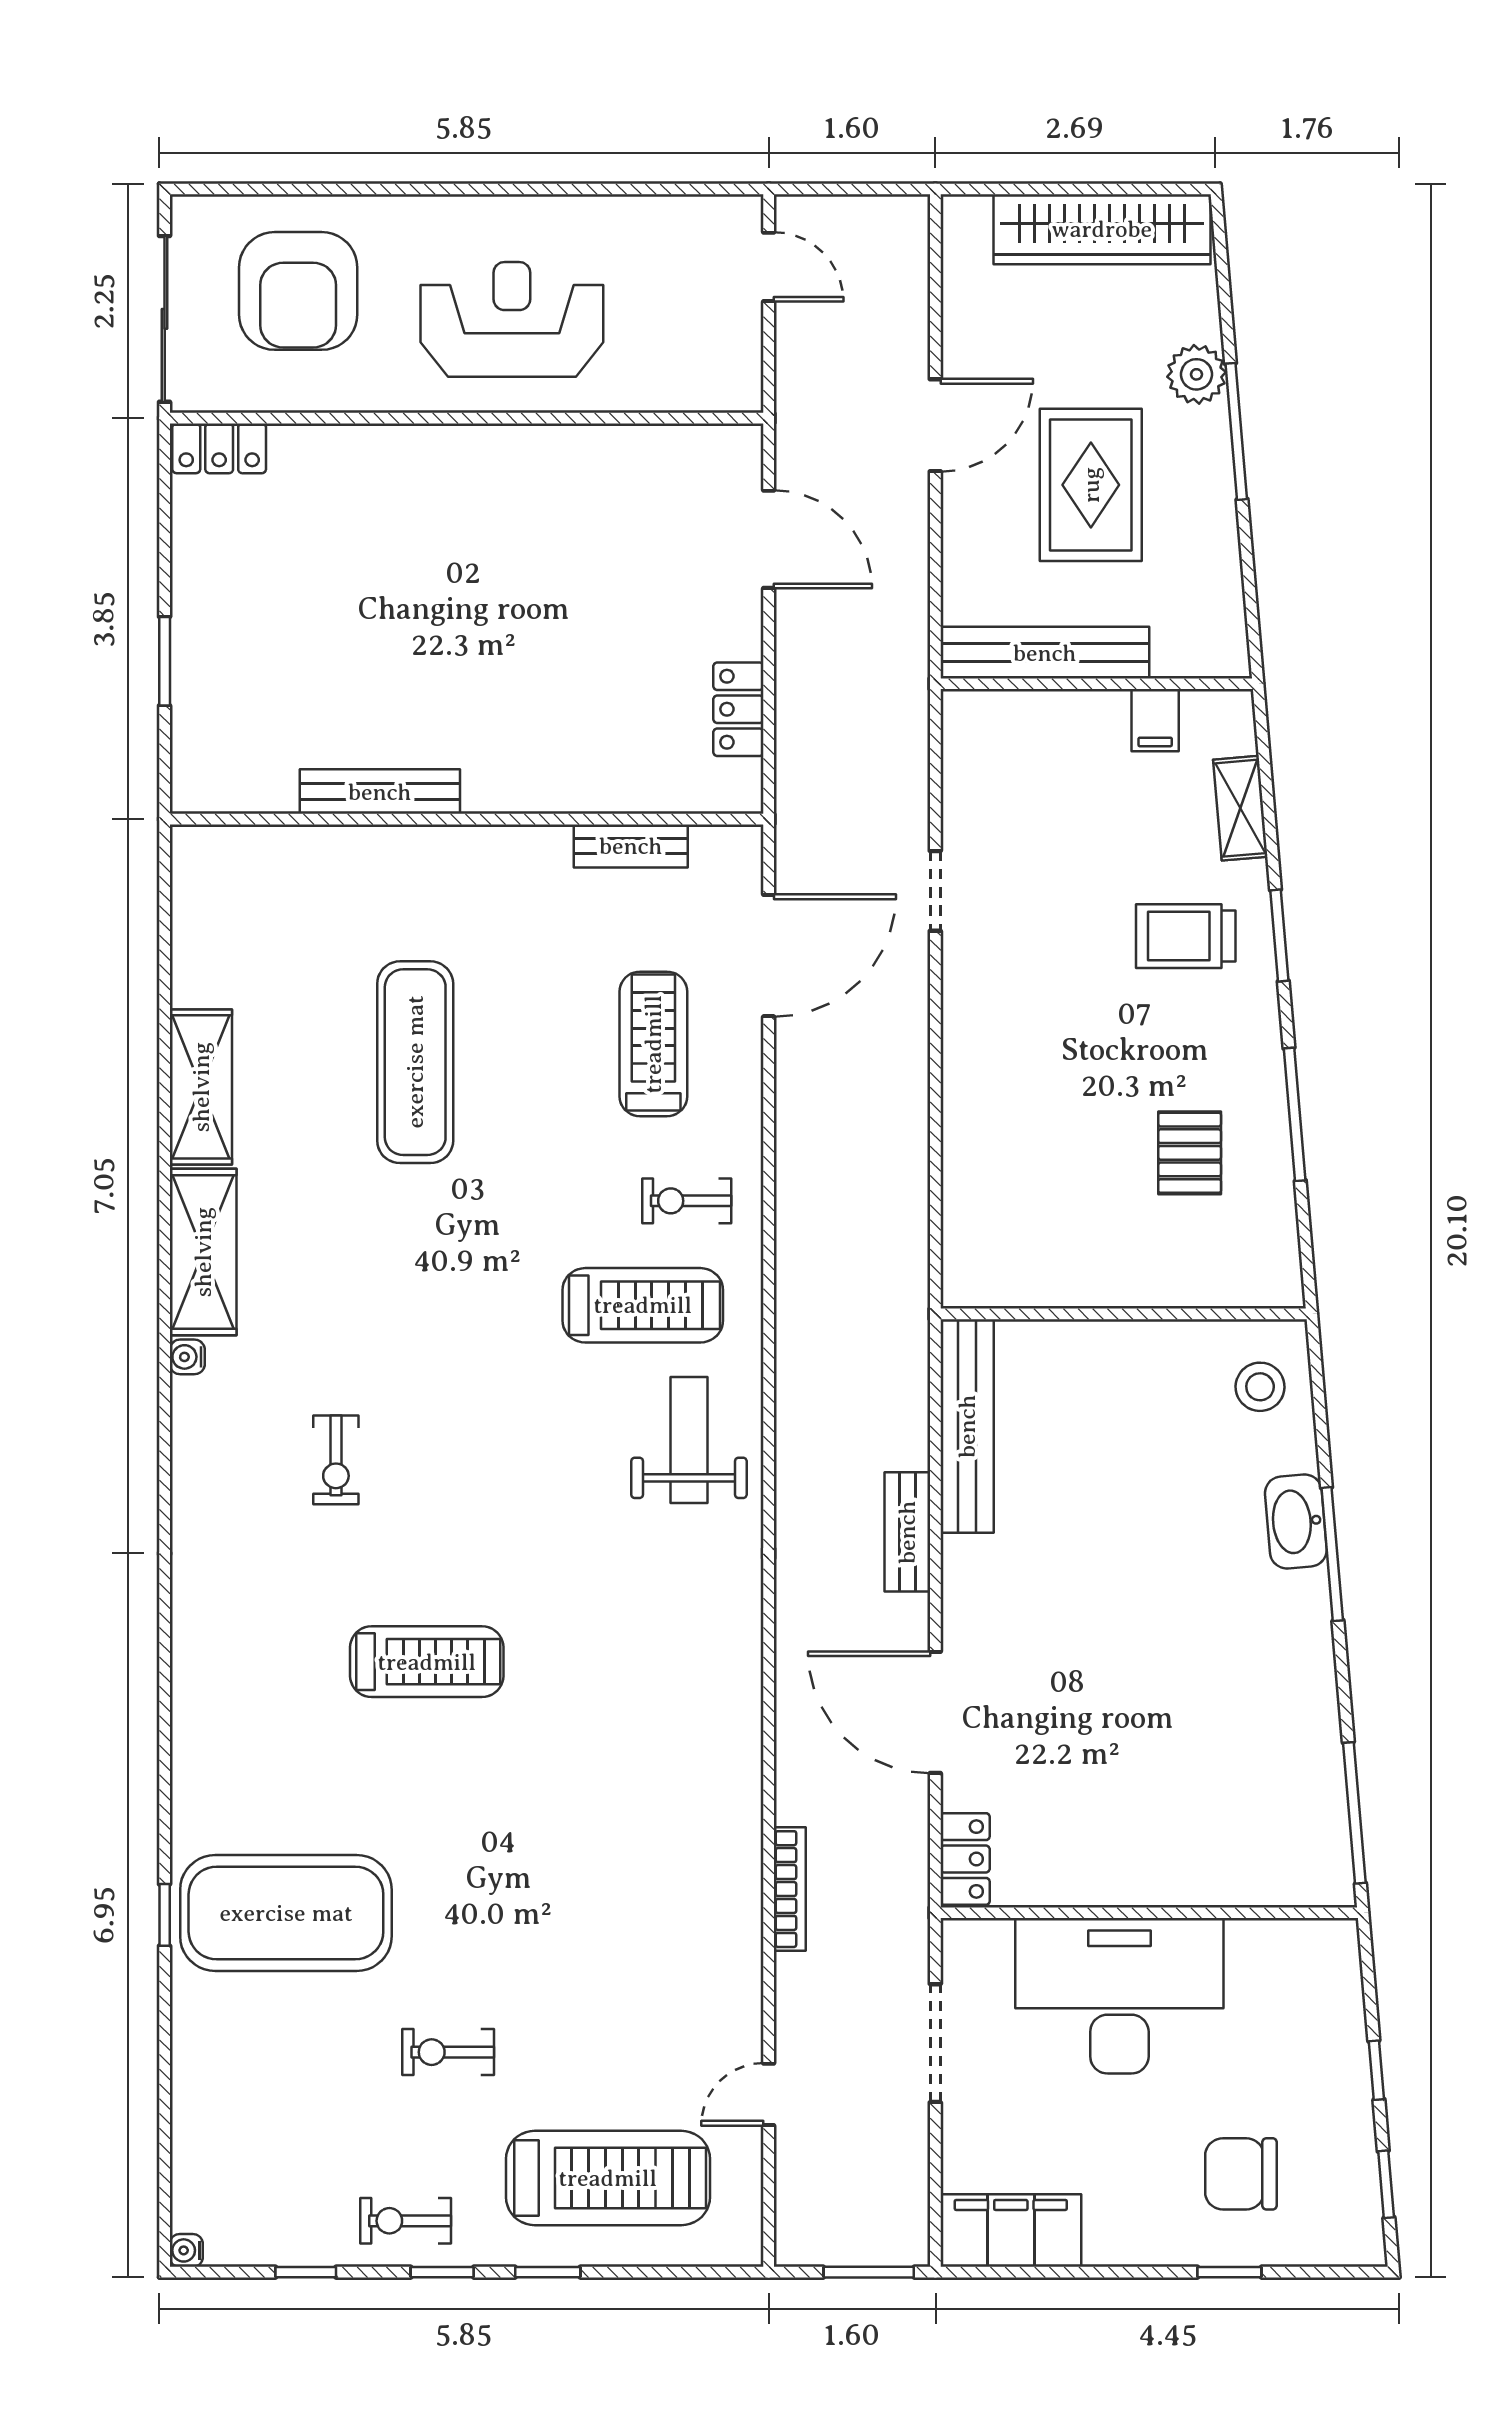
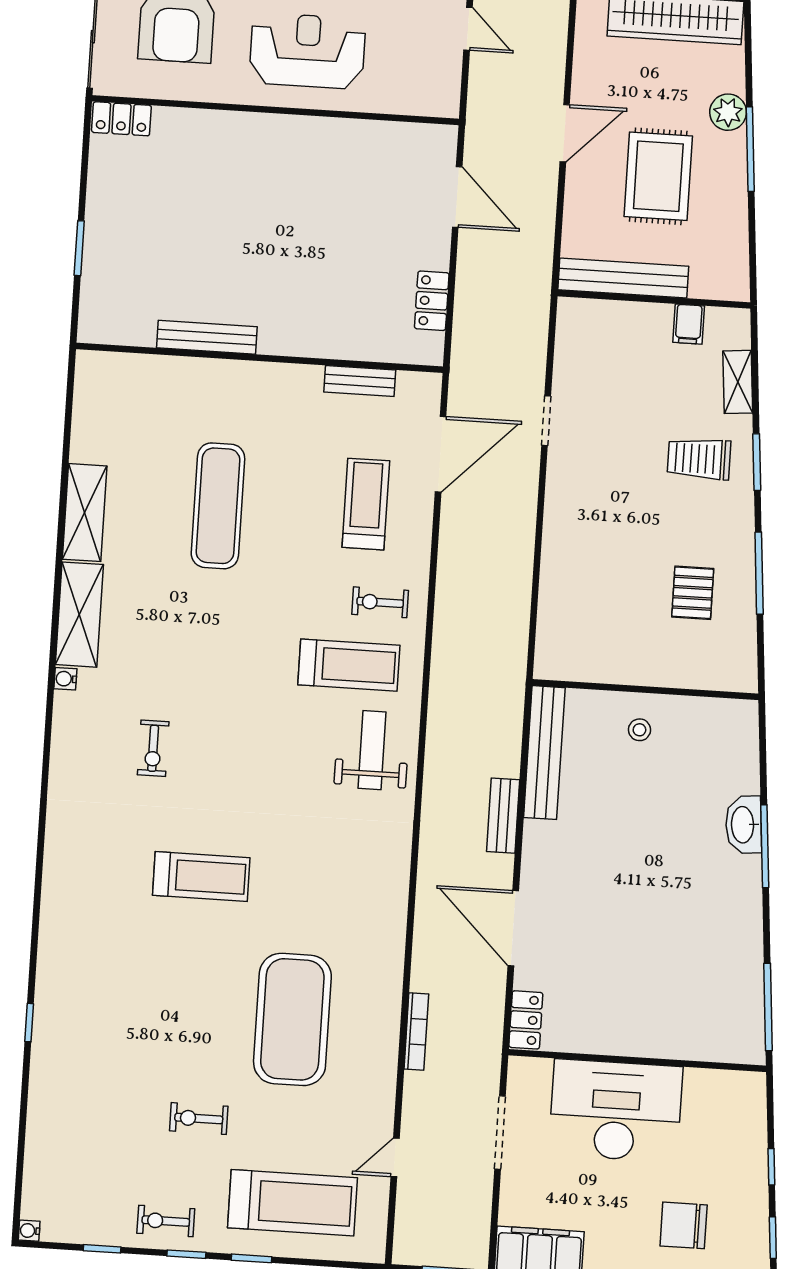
stool: (1260, 1387) -> (639, 730), moved, width x0.73, depth x0.73
exercise mat: (286, 1913) -> (292, 1019), moved, turned 90

